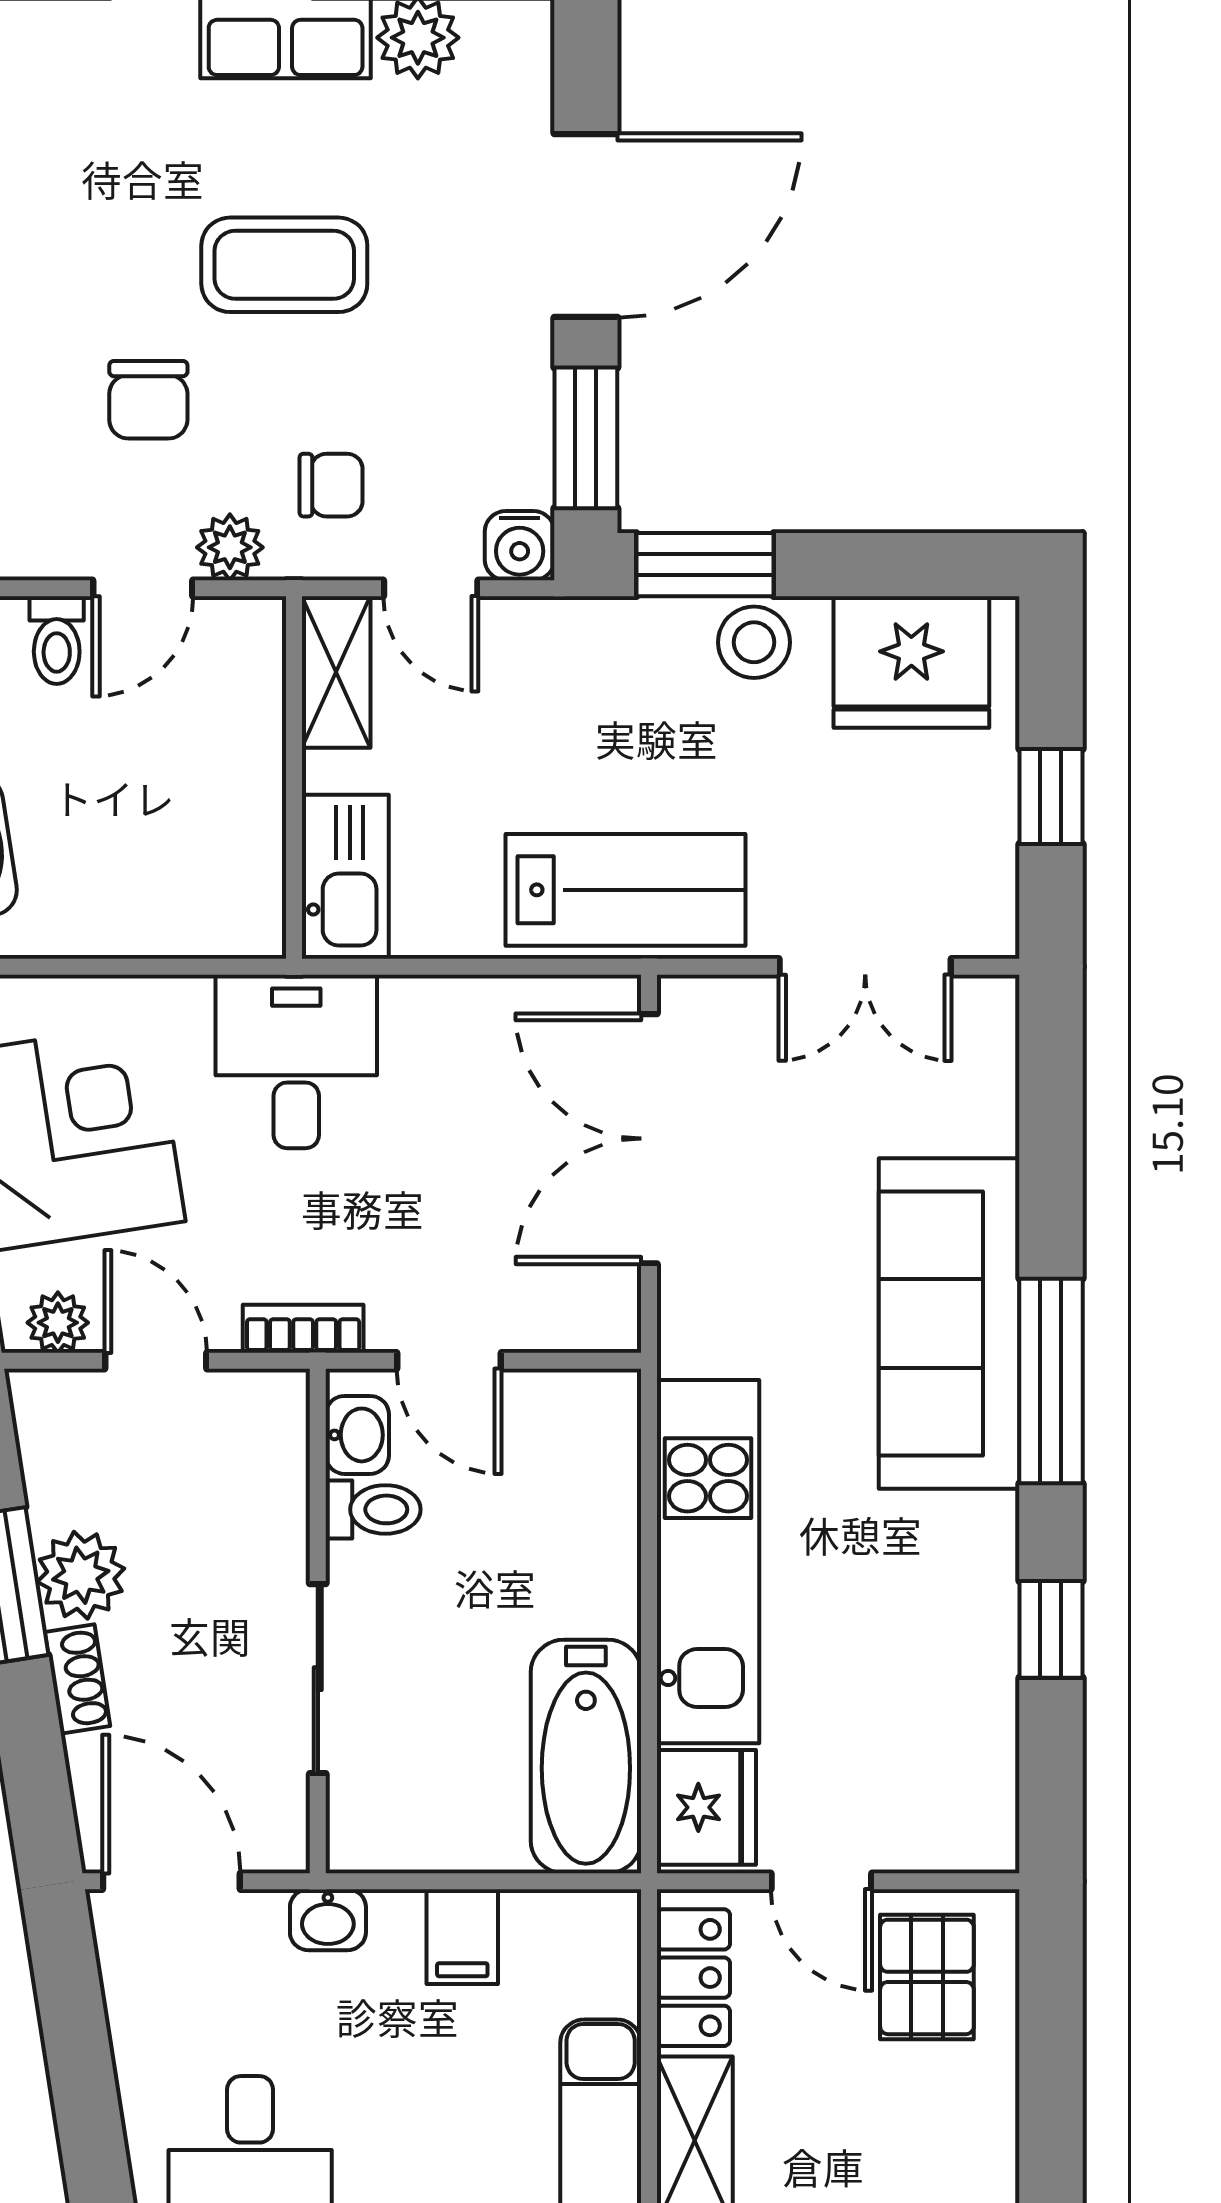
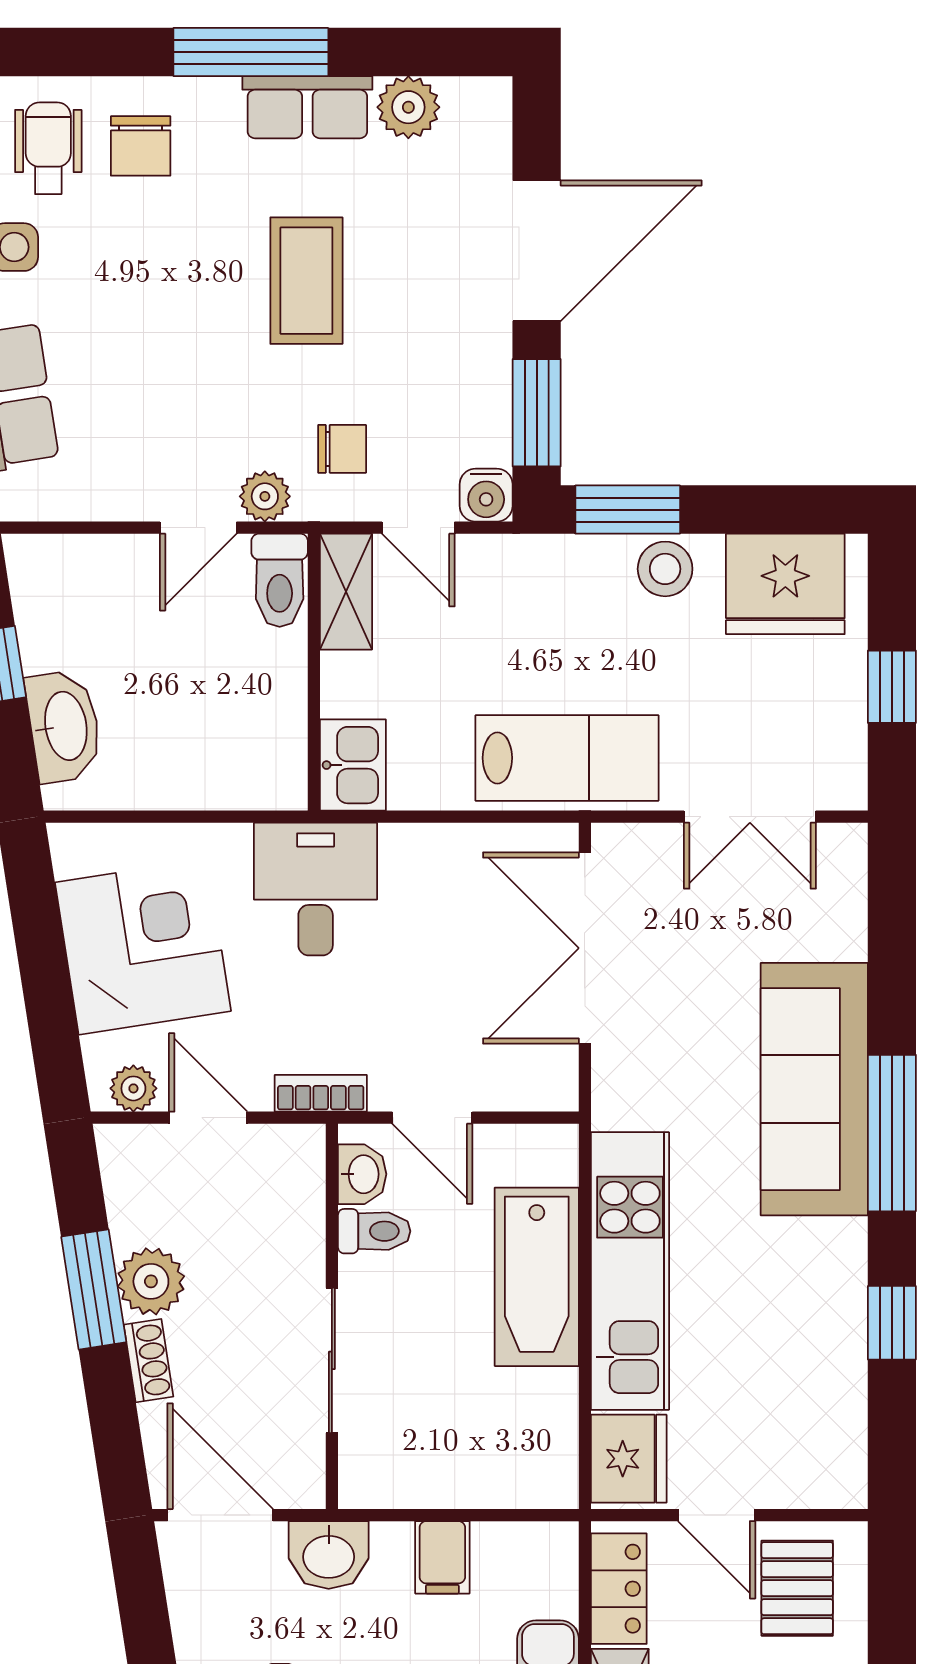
coffee table: (284, 265) -> (306, 281), turned 90
chair: (148, 400) -> (141, 146), moved
toilet: (57, 640) -> (280, 580), moved, width x1.37, depth x1.39
kitchen sink: (345, 877) -> (353, 765), width x0.73
bathtub: (586, 1756) -> (537, 1277), moved
washbasin: (328, 1920) -> (329, 1555), width x1.38, depth x1.45

